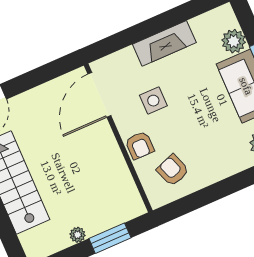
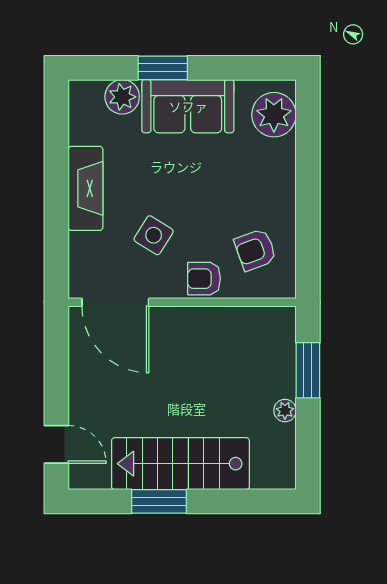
side table: (153, 101) -> (154, 235), turned 32
armchair: (140, 145) -> (204, 279), turned 180

